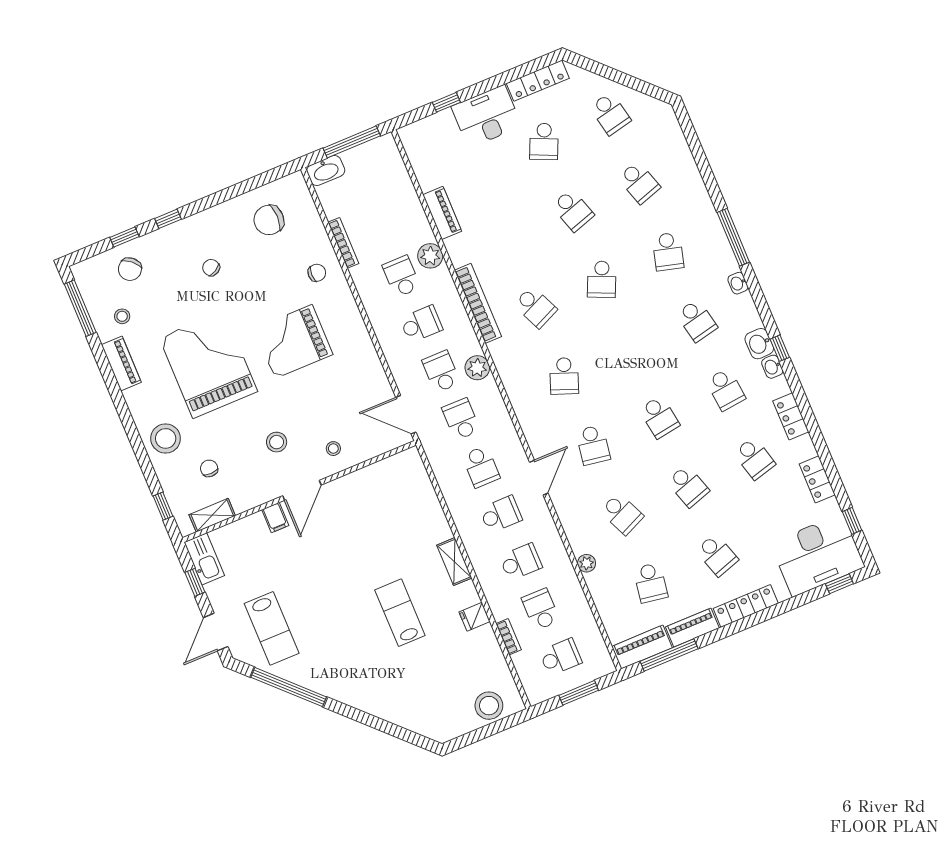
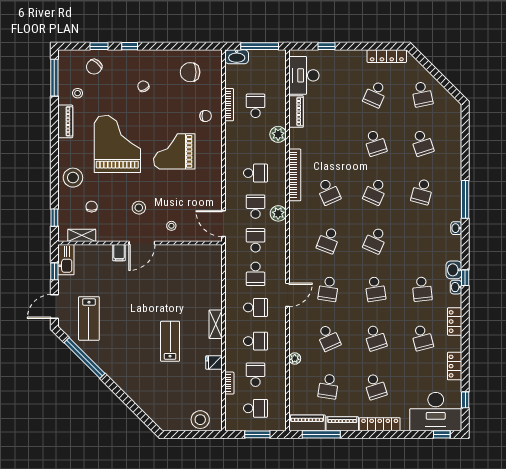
desk: (486, 116) -> (304, 75), moved, turned -90
school desk: (401, 276) -> (256, 106), moved
school desk: (697, 321) -> (375, 240), moved, turned 36

